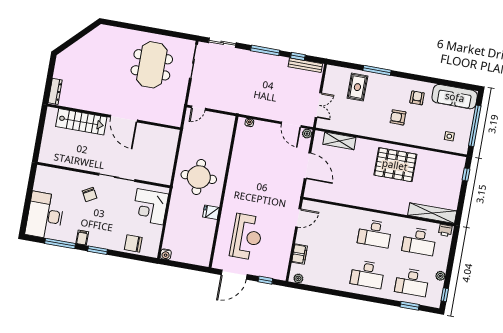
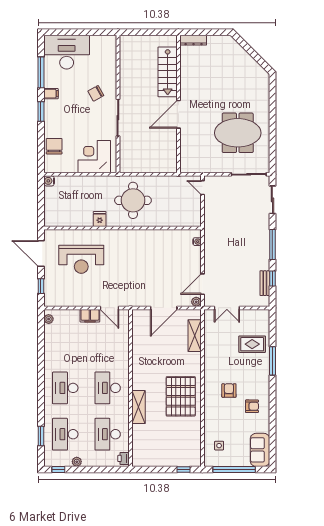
bench: (305, 65) -> (265, 283), width x0.73
sofa: (455, 97) -> (260, 450), width x0.73
shelving: (432, 213) -> (138, 407), moved, width x0.68
filing cabinet: (300, 254) -> (90, 316), moved

